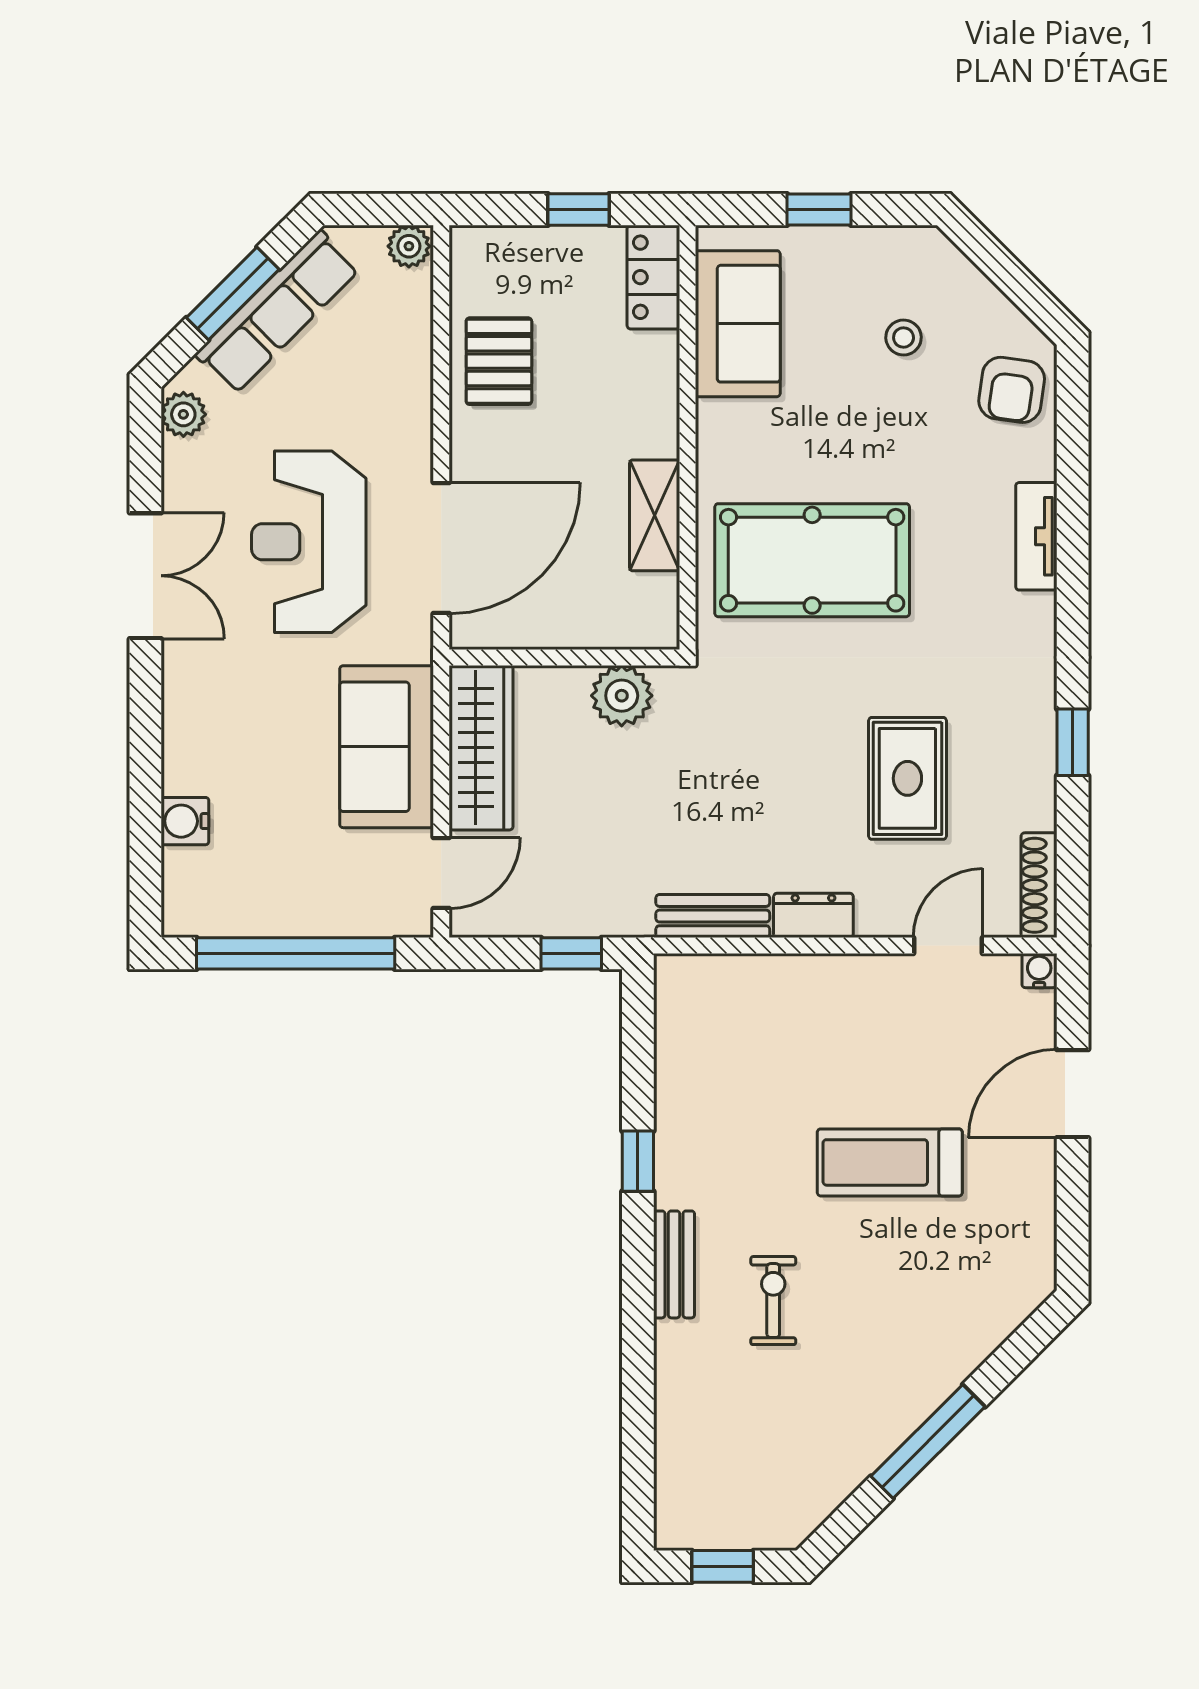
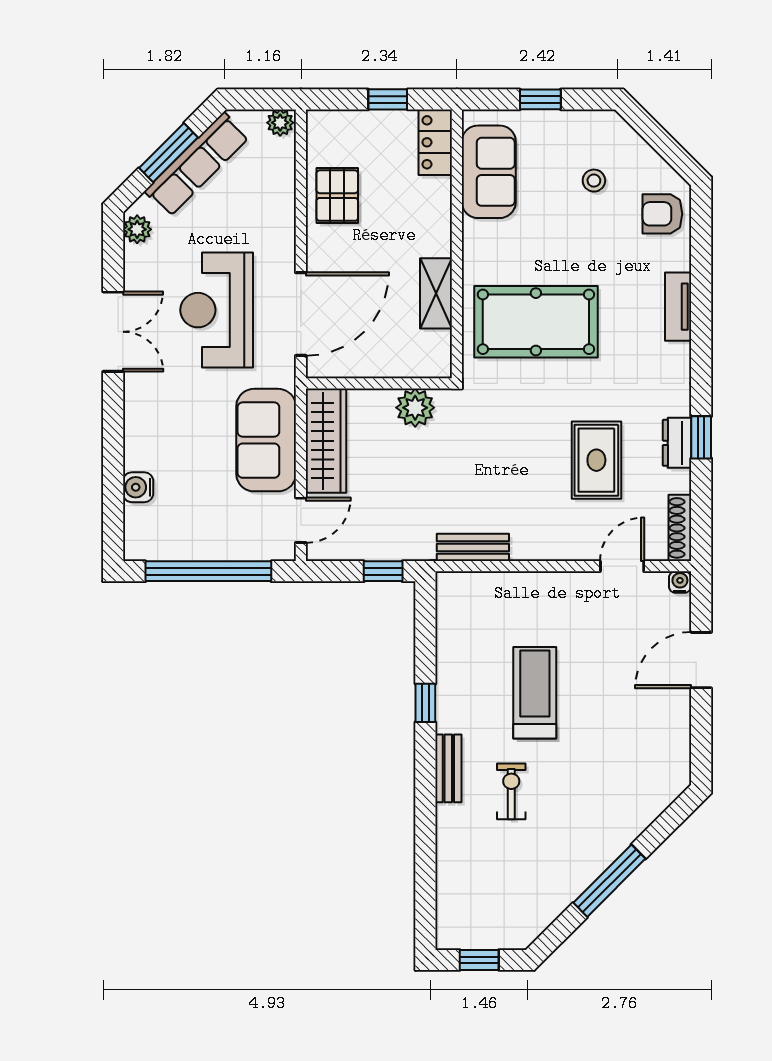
armchair: (1012, 390) -> (662, 214), turned 82
dresser: (813, 915) -> (677, 443), moved, turned -90
treadmill: (890, 1162) -> (535, 693), moved, turned 90

